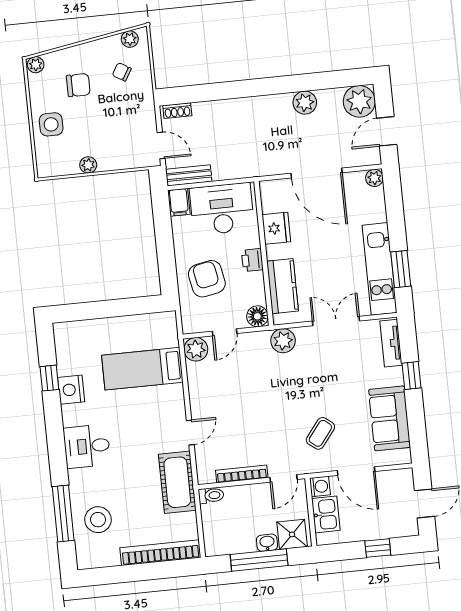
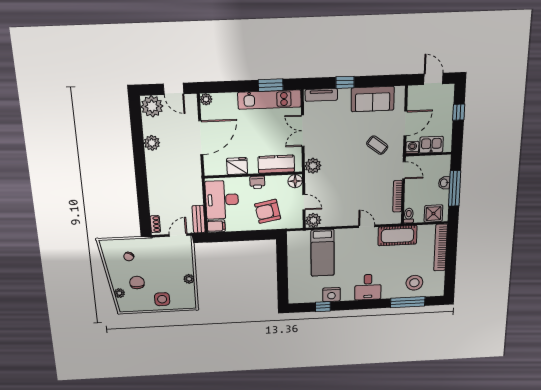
plant: (130, 39) -> (107, 251), removed
plant: (36, 65) -> (119, 293), moved
shower: (292, 534) -> (433, 214), moved

